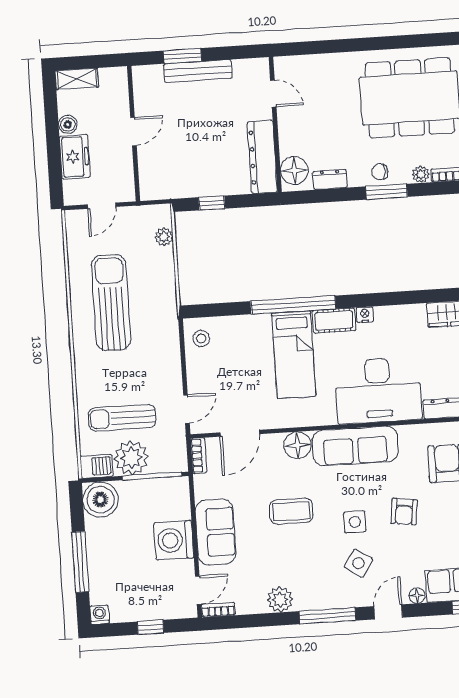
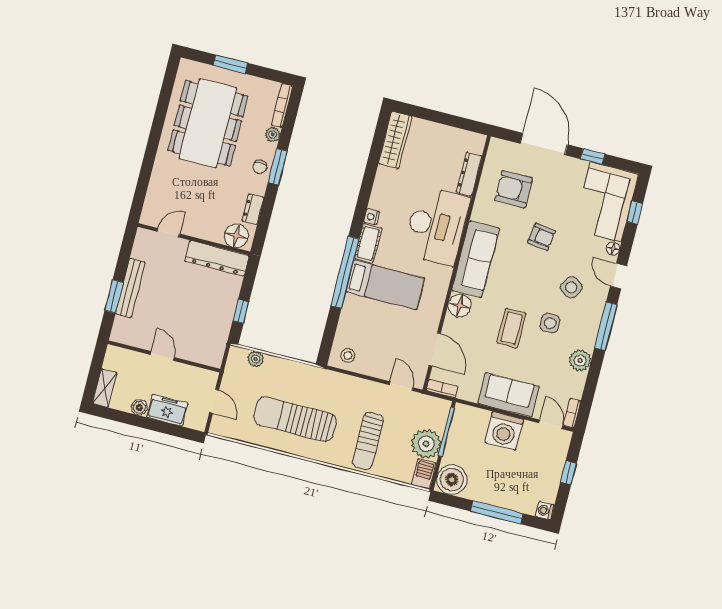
sun lounger: (122, 418) -> (368, 441), moved
side table: (355, 522) -> (550, 323), moved

